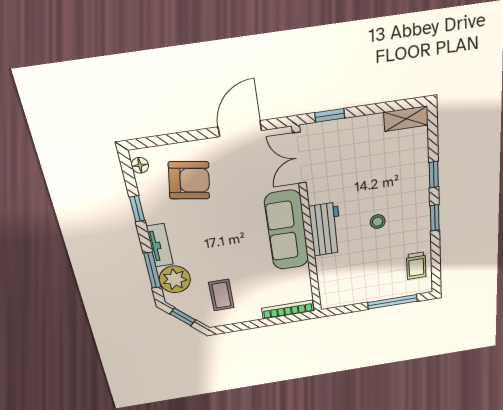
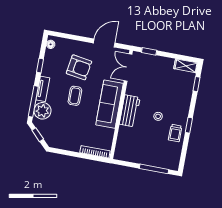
window: (434, 175) -> (197, 84), moved
armchair: (189, 180) -> (79, 67), moved
trolley: (416, 266) -> (175, 133), moved
window: (152, 270) -> (33, 101), width x1.44
coffee table: (221, 295) -> (75, 96), moved

